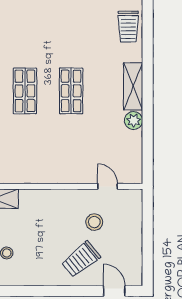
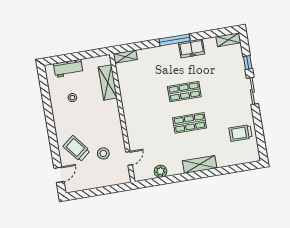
trolley: (128, 27) -> (240, 133), moved
plant: (134, 121) -> (160, 171), moved

